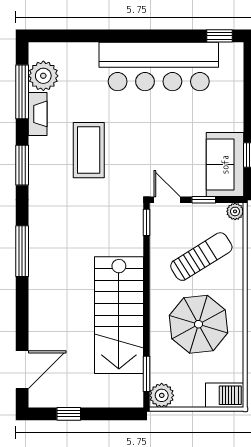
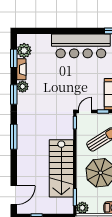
window: (22, 92) -> (14, 58), width x0.69
plant: (40, 149) -> (23, 87), added
coffee table: (89, 150) -> (46, 87), removed
door: (167, 200) -> (85, 112), hinge flipped

